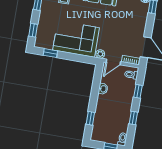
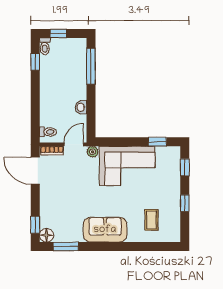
window: (138, 91) -> (35, 112), removed
window: (90, 118) -> (91, 66), width x2.17
window: (133, 118) -> (35, 62), moved

